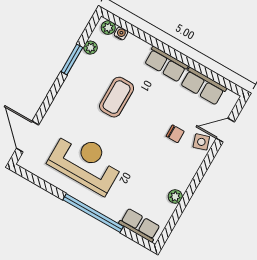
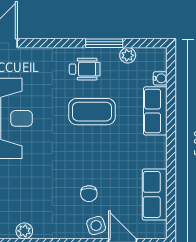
plant: (108, 28) -> (159, 62), removed
row of seats: (166, 64) -> (155, 111), moved
wheelchair: (83, 85) -> (85, 69), added

